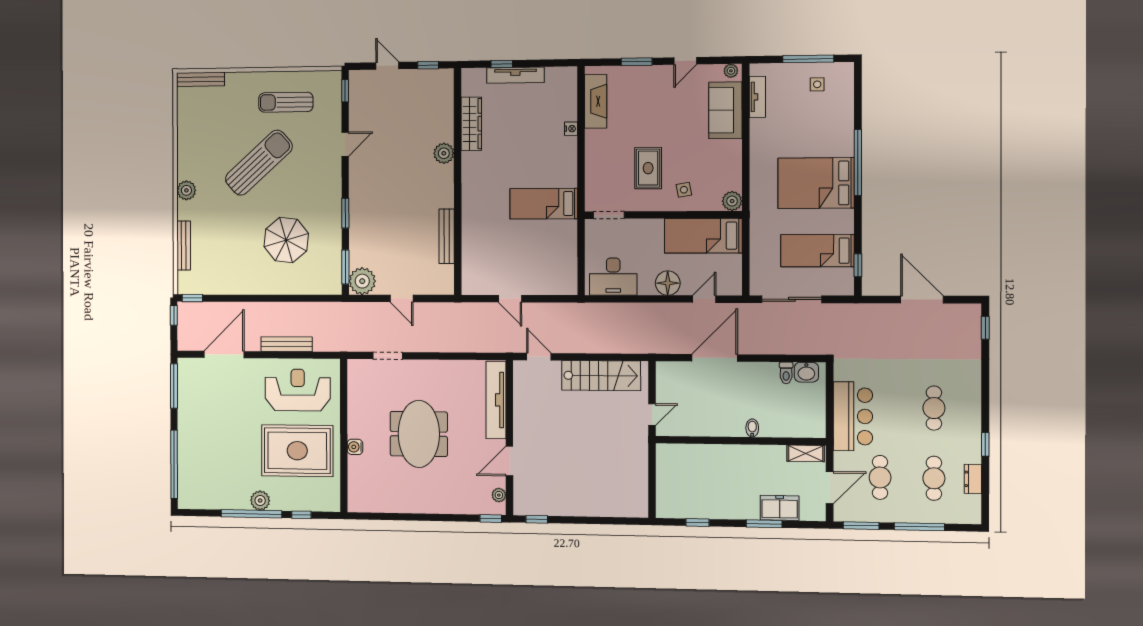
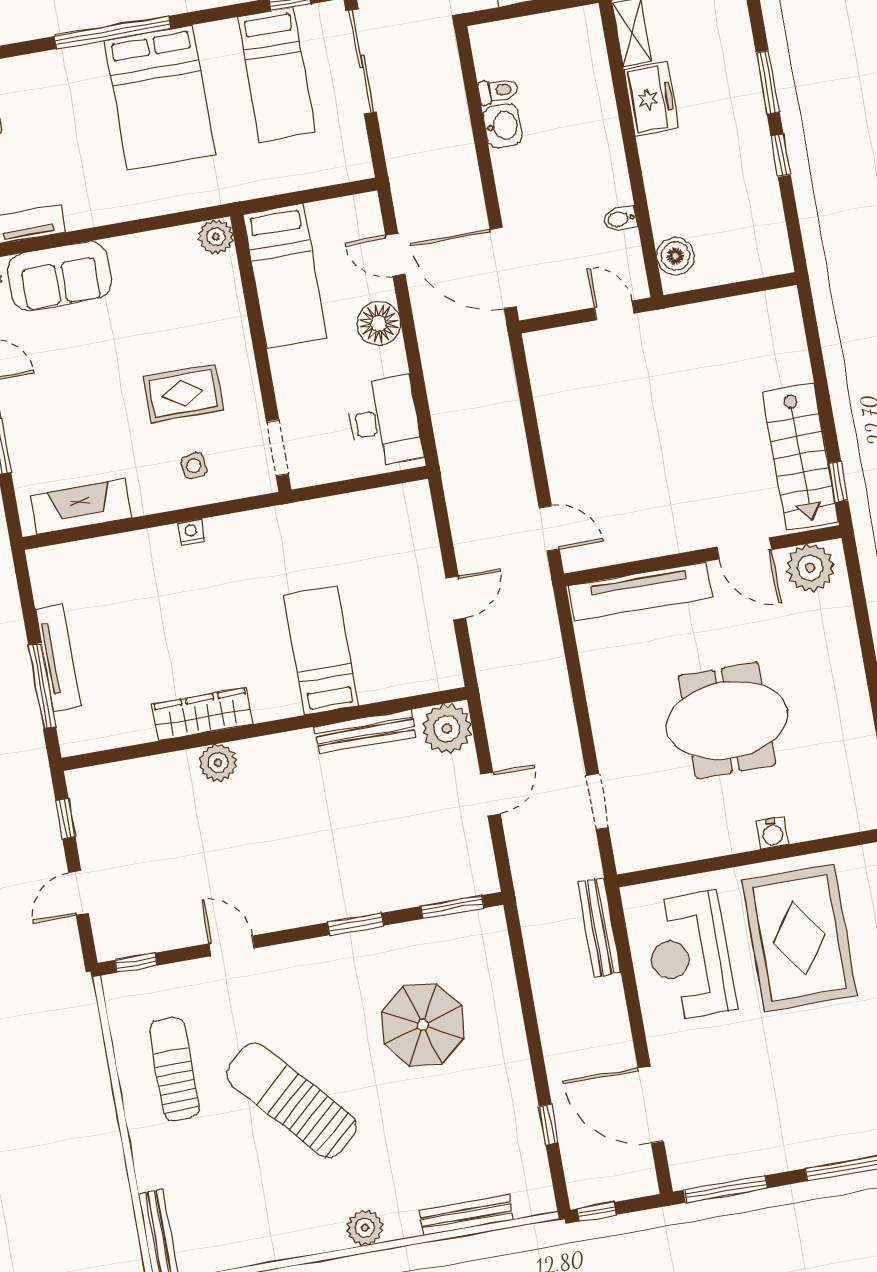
window: (502, 64) -> (42, 686), width x2.17
sun lounger: (286, 102) -> (174, 1069), turned 180
wardrobe: (471, 124) -> (202, 714), moved
nightstand: (571, 129) -> (191, 532), moved
side table: (684, 190) -> (194, 466), moved
bed: (544, 204) -> (321, 650), moved, turned 180
plant: (362, 281) -> (447, 729), moved
window: (192, 298) -> (549, 1125), moved
sliding door: (792, 299) -> (361, 61), moved
bench: (286, 344) -> (599, 927), moved
door: (539, 357) -> (549, 528), swing flipped
door: (715, 358) -> (503, 268), moved
washbasin: (806, 372) -> (503, 126), moved
stairs: (601, 376) -> (800, 457), moved, turned 180
bidet: (752, 428) -> (620, 219), moved
boiler: (676, 454) -> (675, 256), added
plant: (499, 495) -> (810, 568), width x1.88, depth x1.88
freezer: (780, 508) -> (651, 99), moved, turned 180
window: (491, 518) -> (853, 564), removed
window: (697, 522) -> (781, 155), moved

